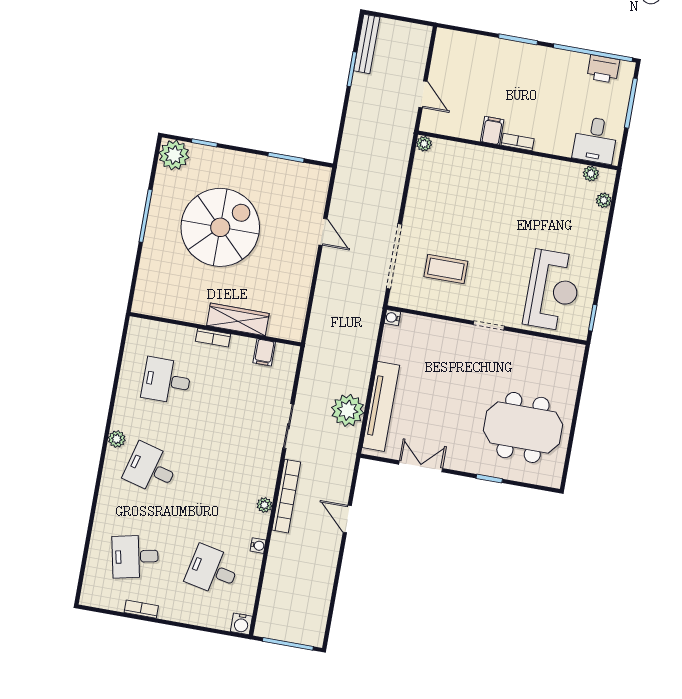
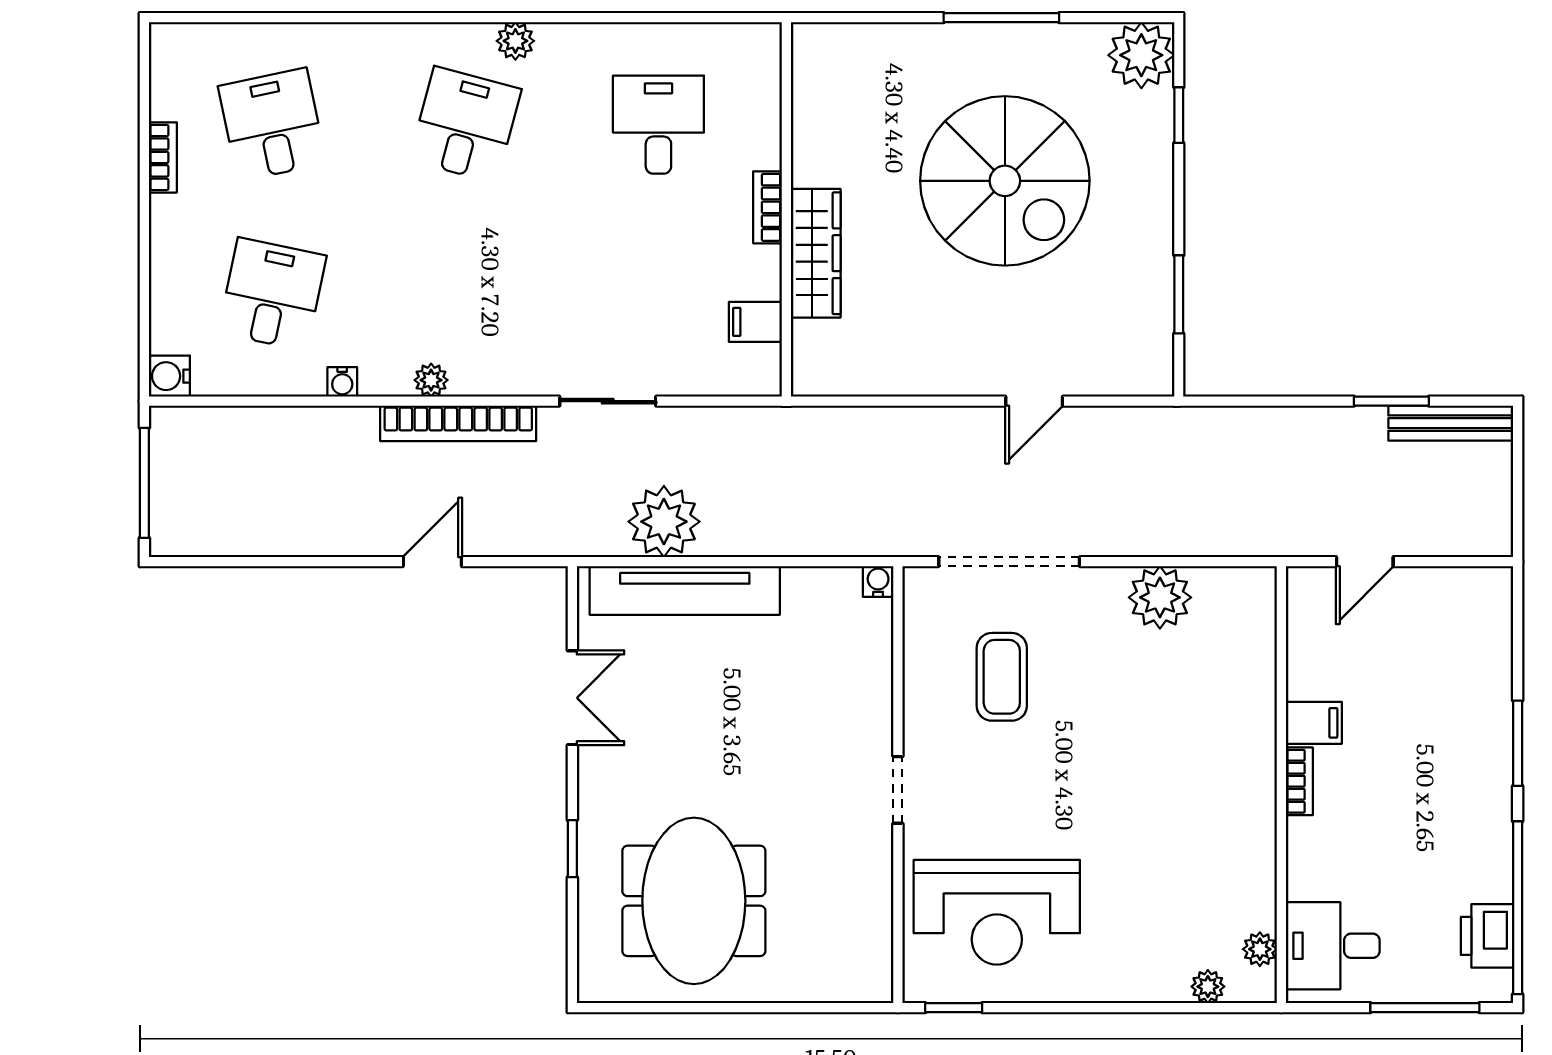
plant: (424, 144) -> (1160, 597), moved, width x1.88, depth x1.88

